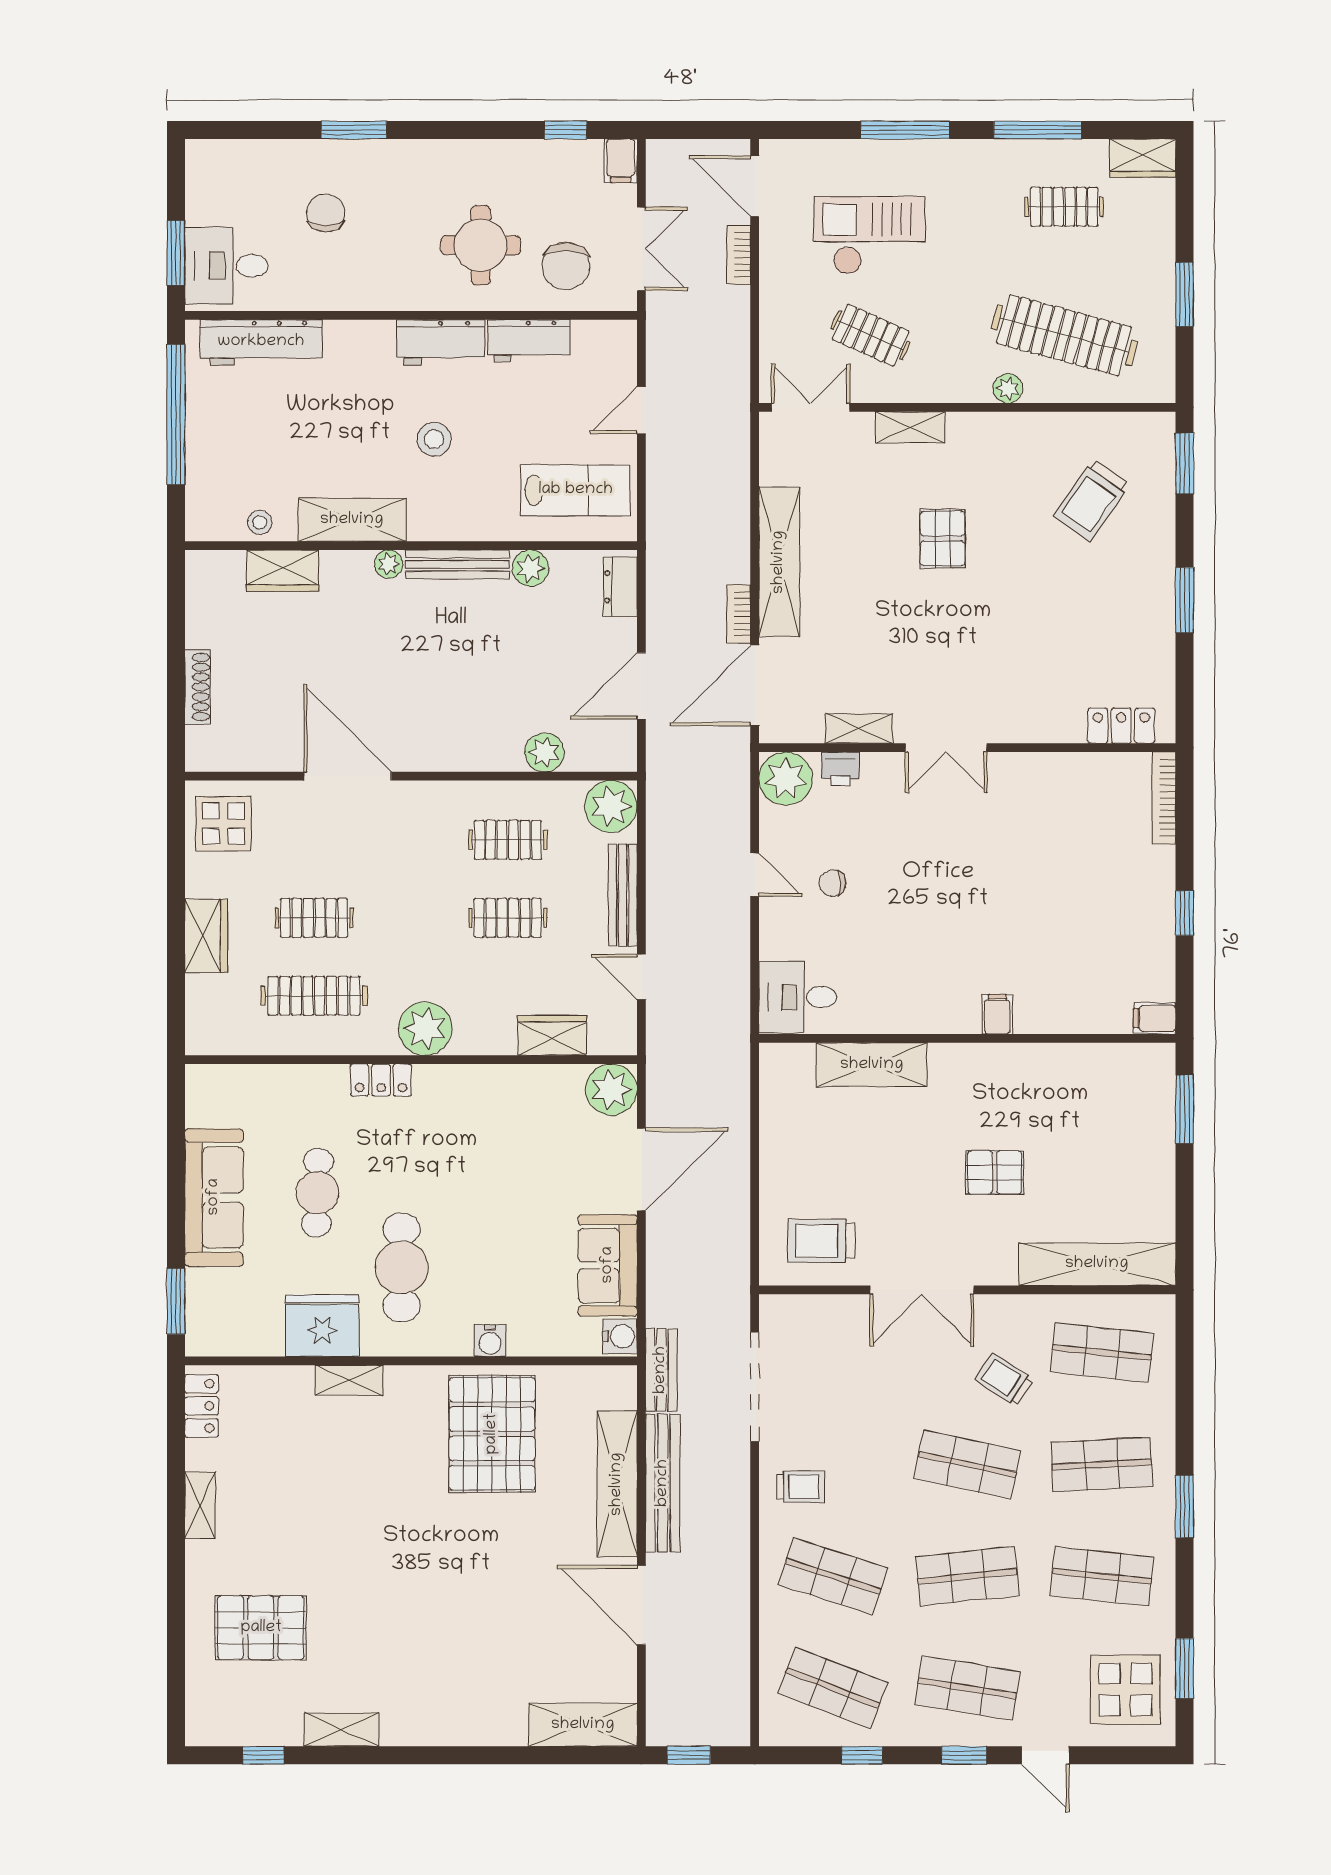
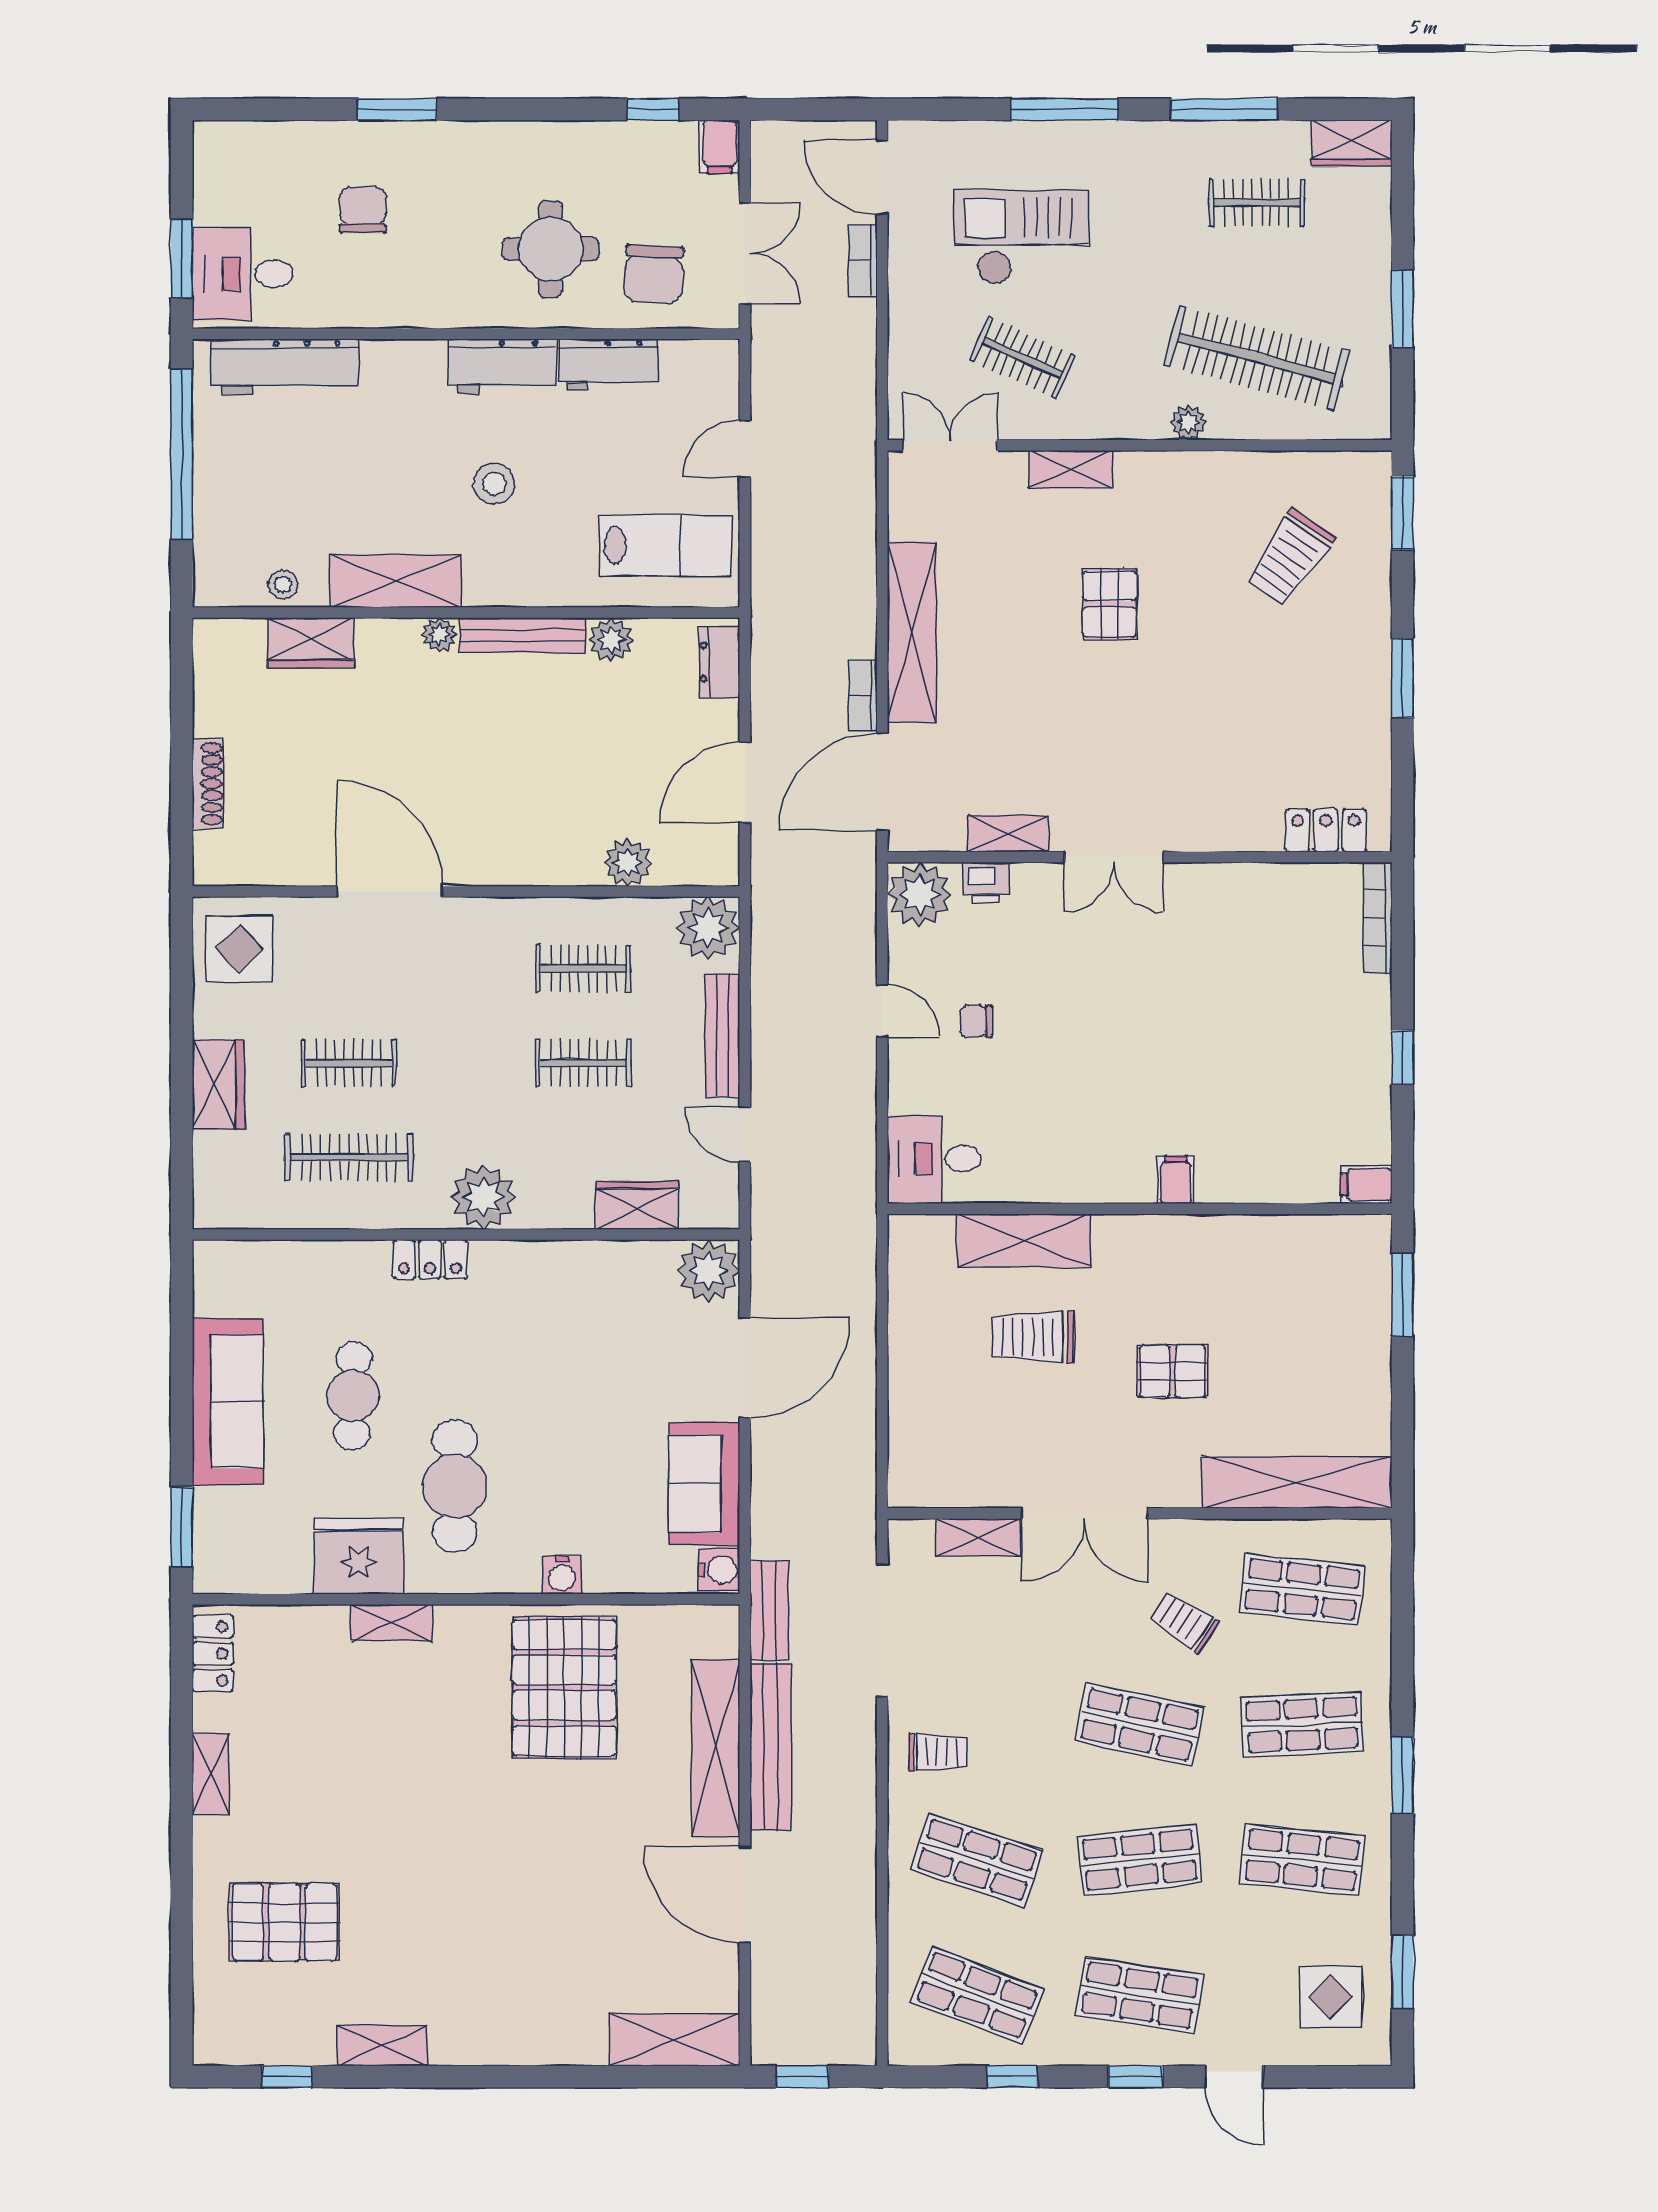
trolley: (822, 1241) -> (1033, 1337), moved
shelving: (834, 1310) -> (978, 1537), added
display table: (1125, 1689) -> (1331, 1997), width x0.73, depth x0.73

